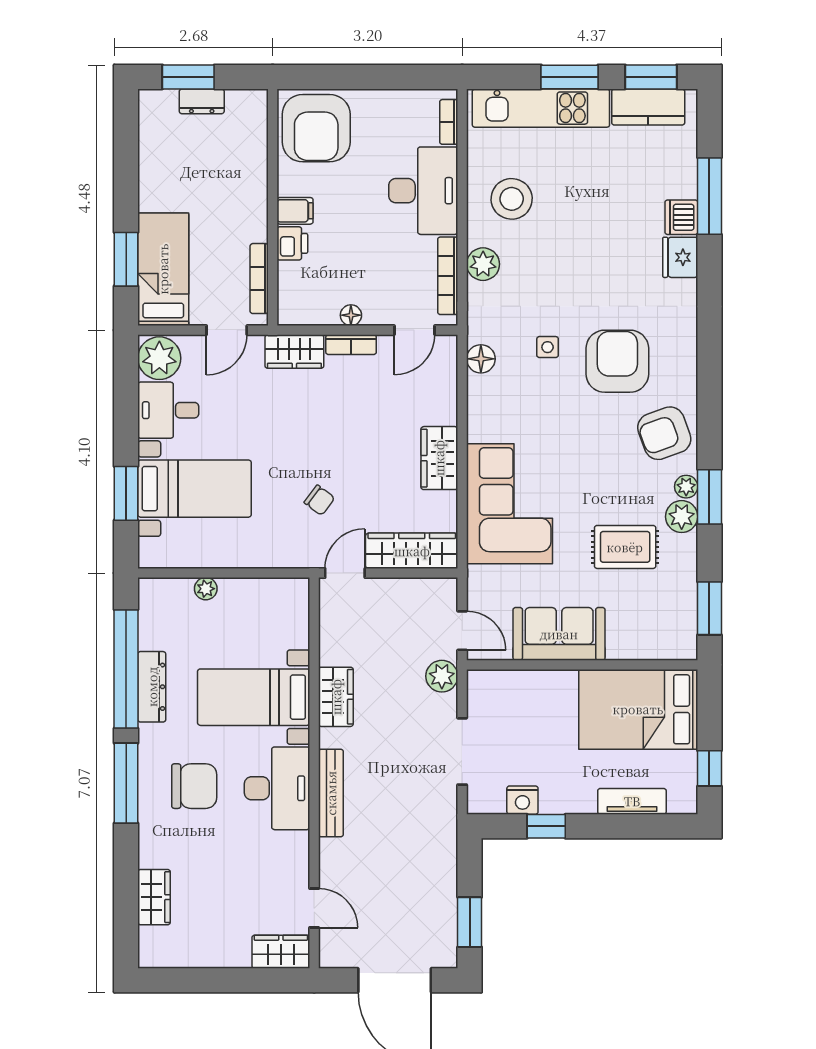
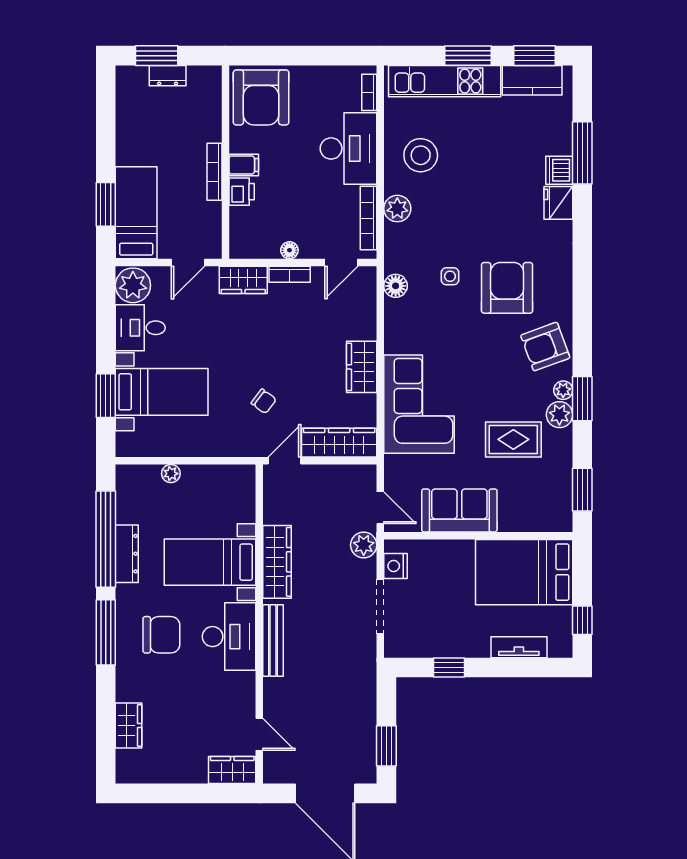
bookcase: (259, 279) -> (215, 172), moved
wardrobe: (336, 697) -> (277, 562), width x1.50
nightstand: (522, 800) -> (396, 566), moved, turned 90

